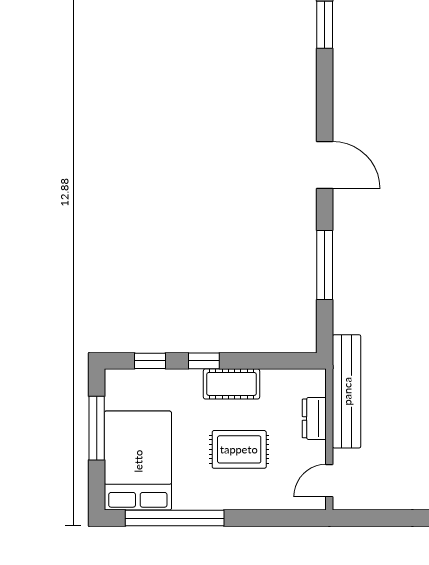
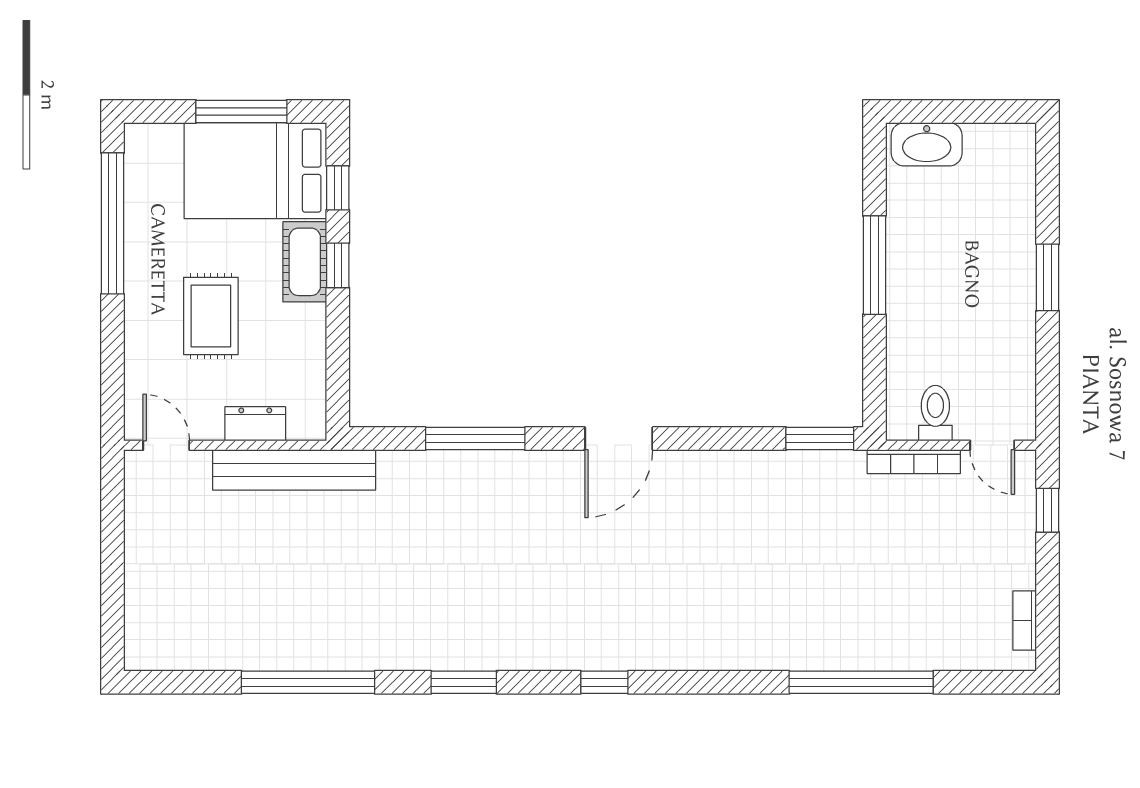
cot: (231, 384) -> (305, 262), moved
bed: (138, 461) -> (255, 171), moved, turned 180

